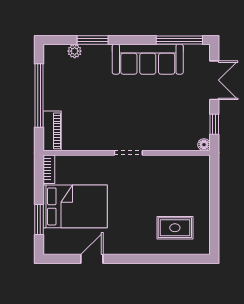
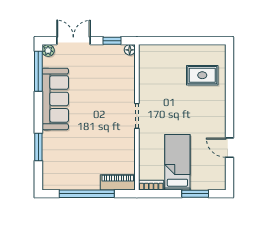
plant: (75, 51) -> (48, 50), moved
bed: (75, 206) -> (177, 162), width x0.67
rug: (175, 228) -> (202, 75), turned 90

